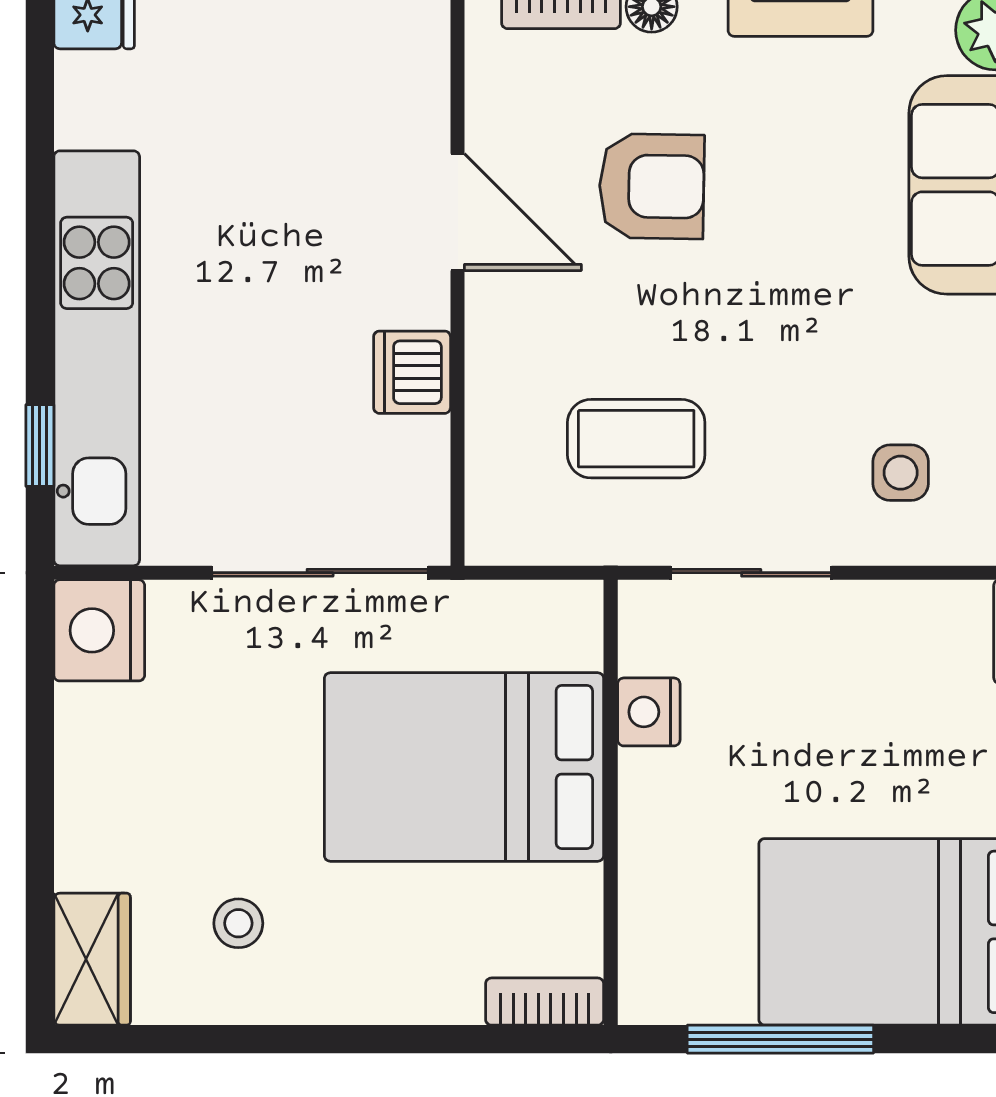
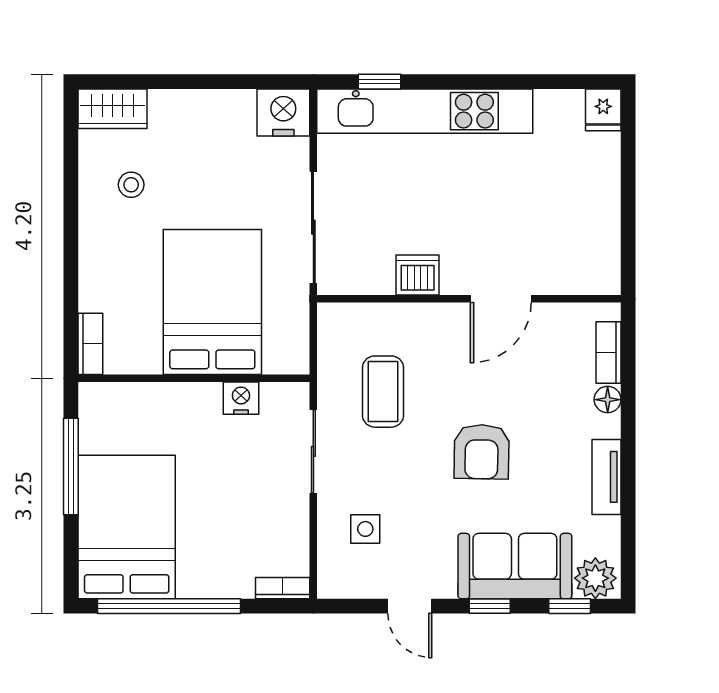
armchair: (652, 186) -> (482, 452), moved

